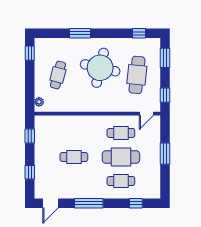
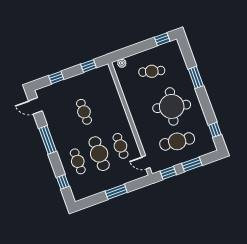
window: (165, 58) -> (192, 164), moved

